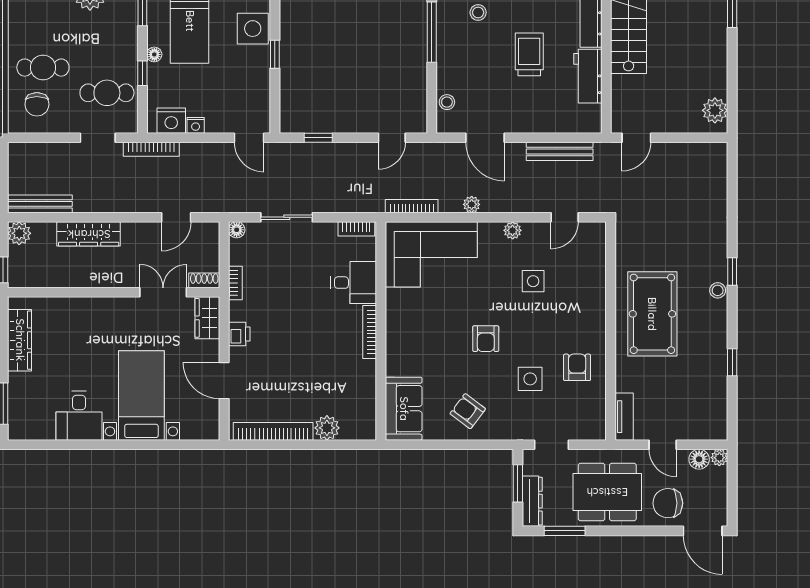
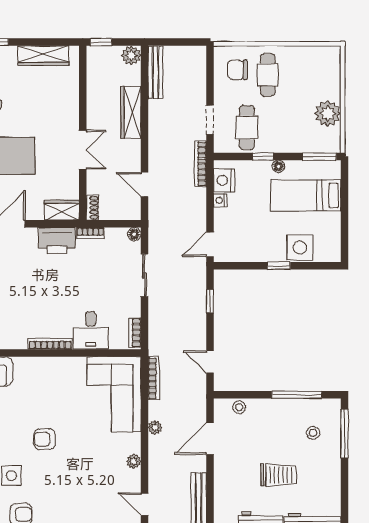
side table: (533, 281) -> (92, 478), removed
double door: (163, 292) -> (83, 150), moved
printer: (239, 334) -> (57, 241), width x1.87, depth x1.48

